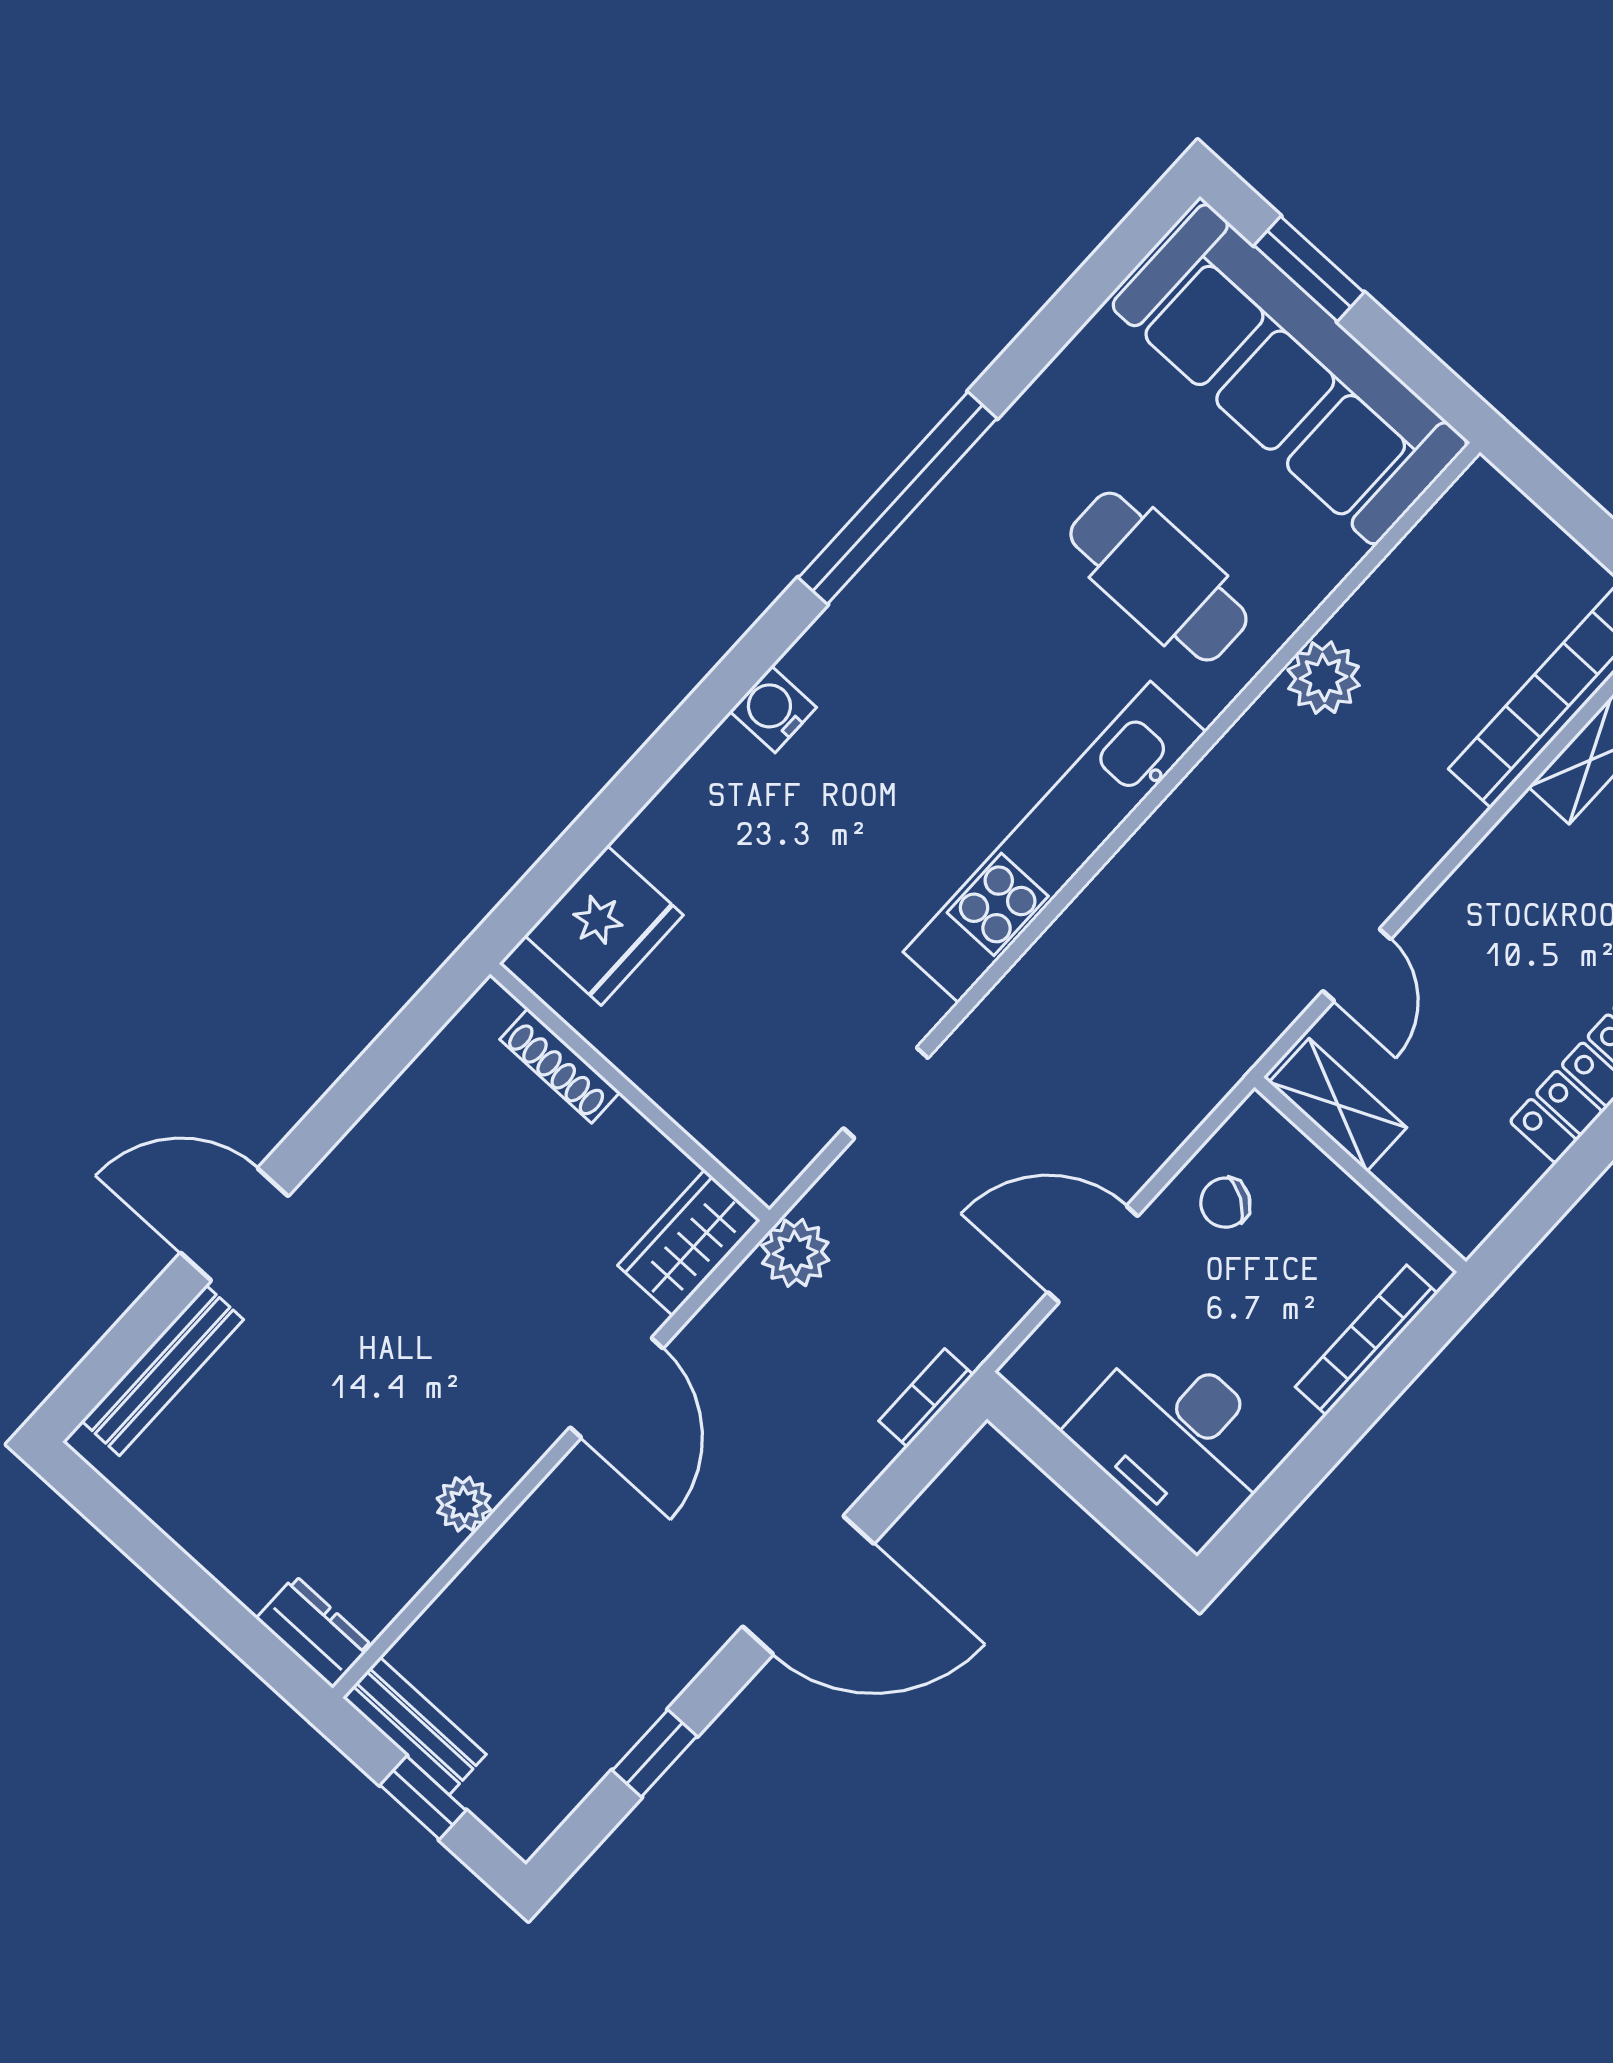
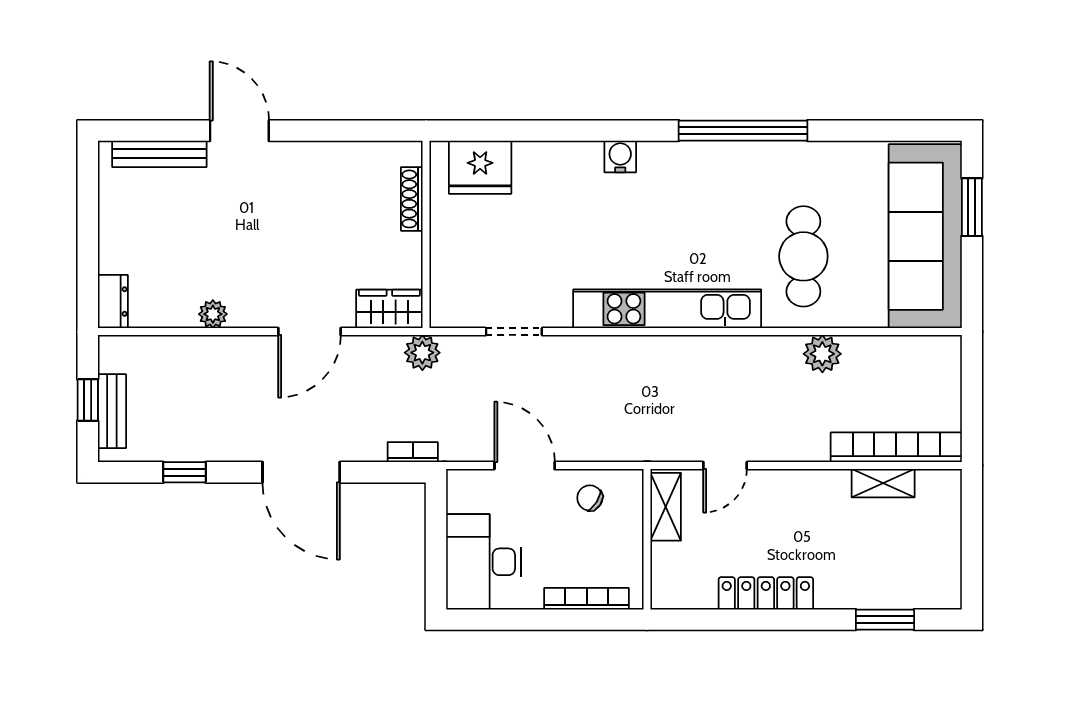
bench: (414, 1726) -> (112, 411), moved

